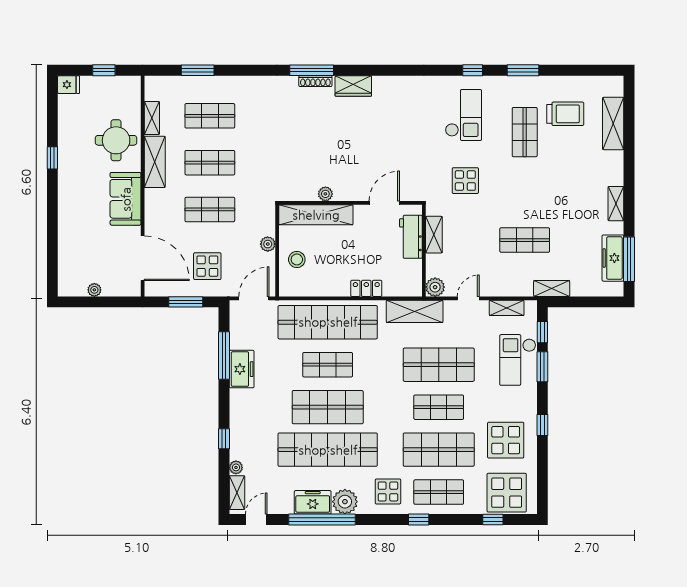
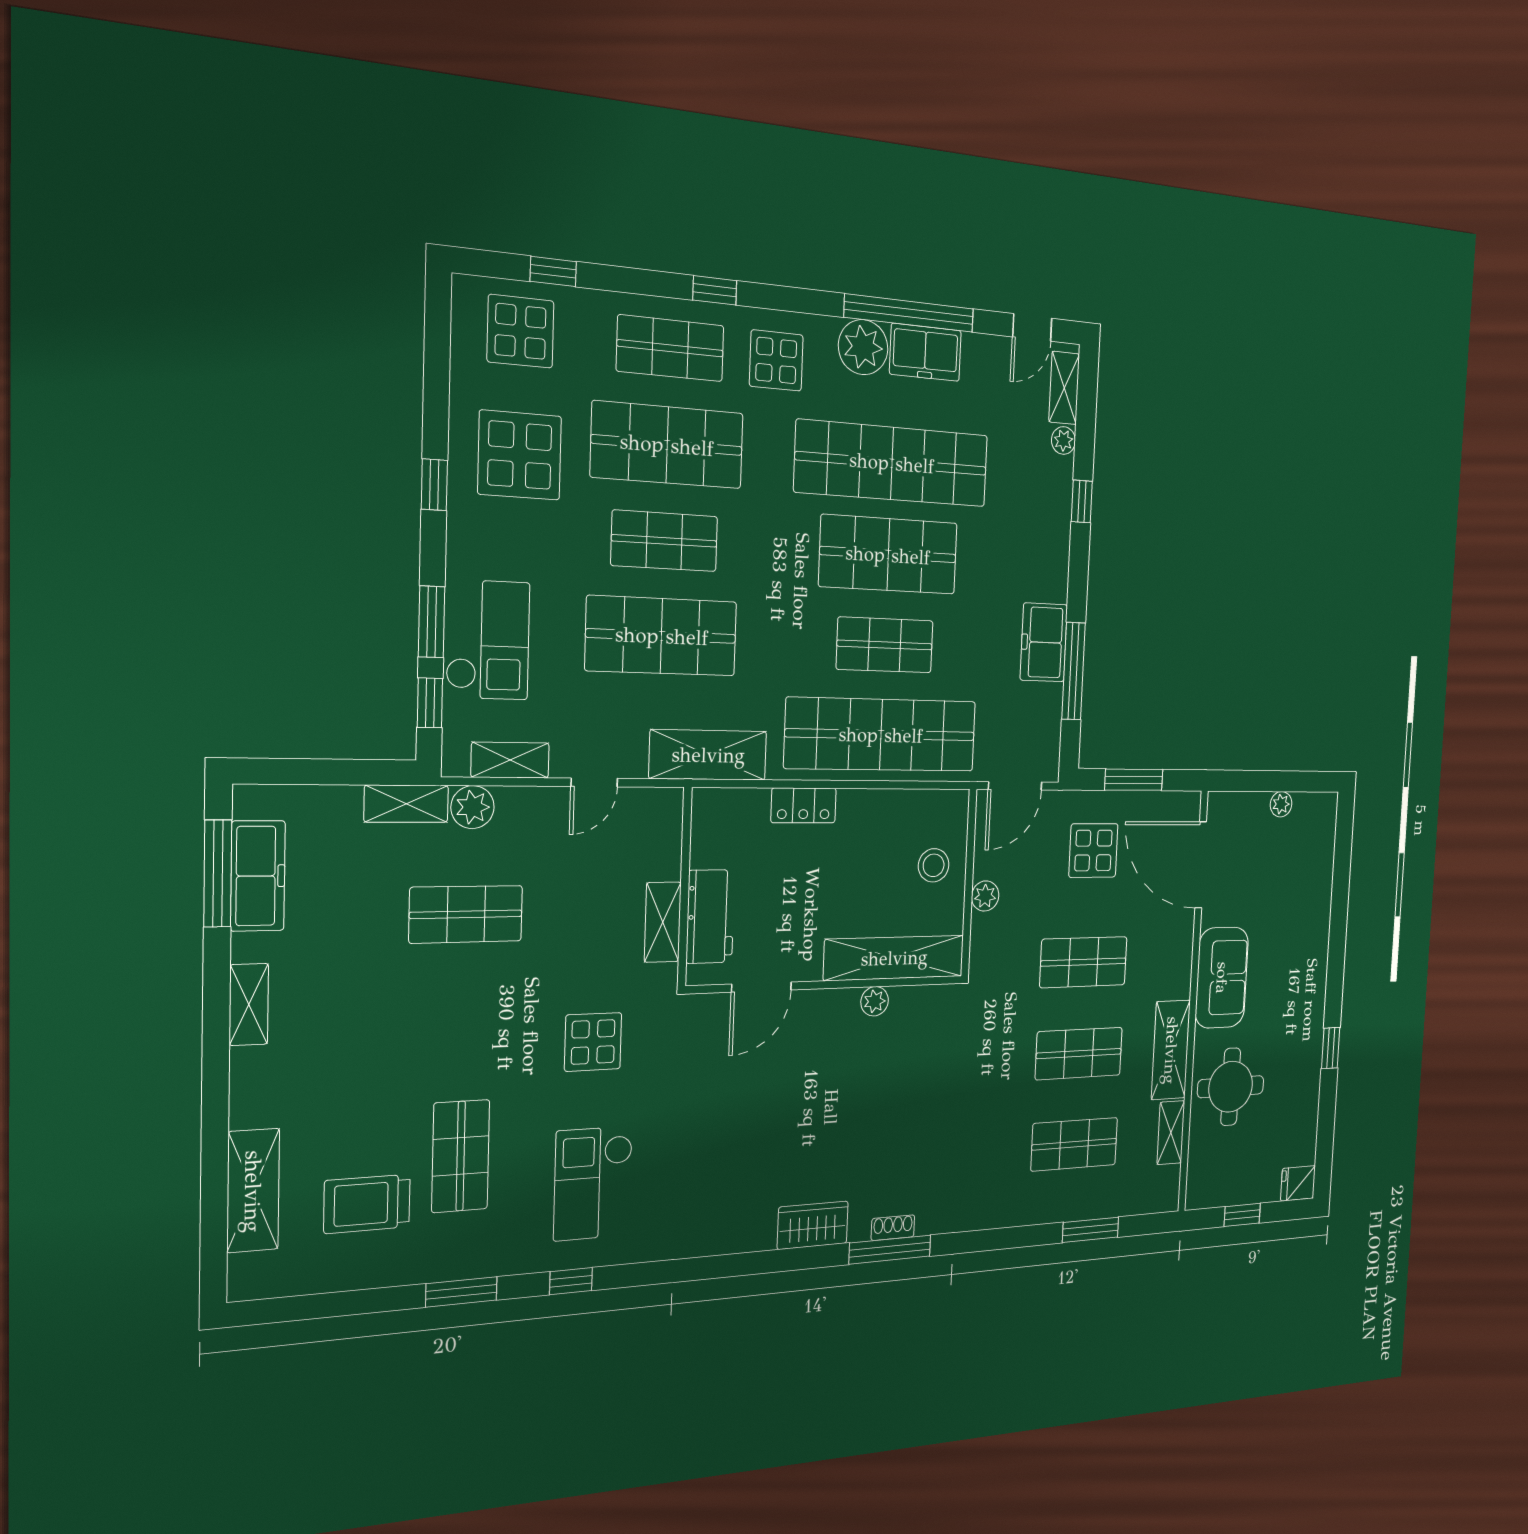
shoe rack: (315, 81) -> (893, 1228), width x0.70
plant: (435, 287) -> (473, 807), moved
display table: (507, 493) -> (520, 331), width x0.73, depth x0.73

